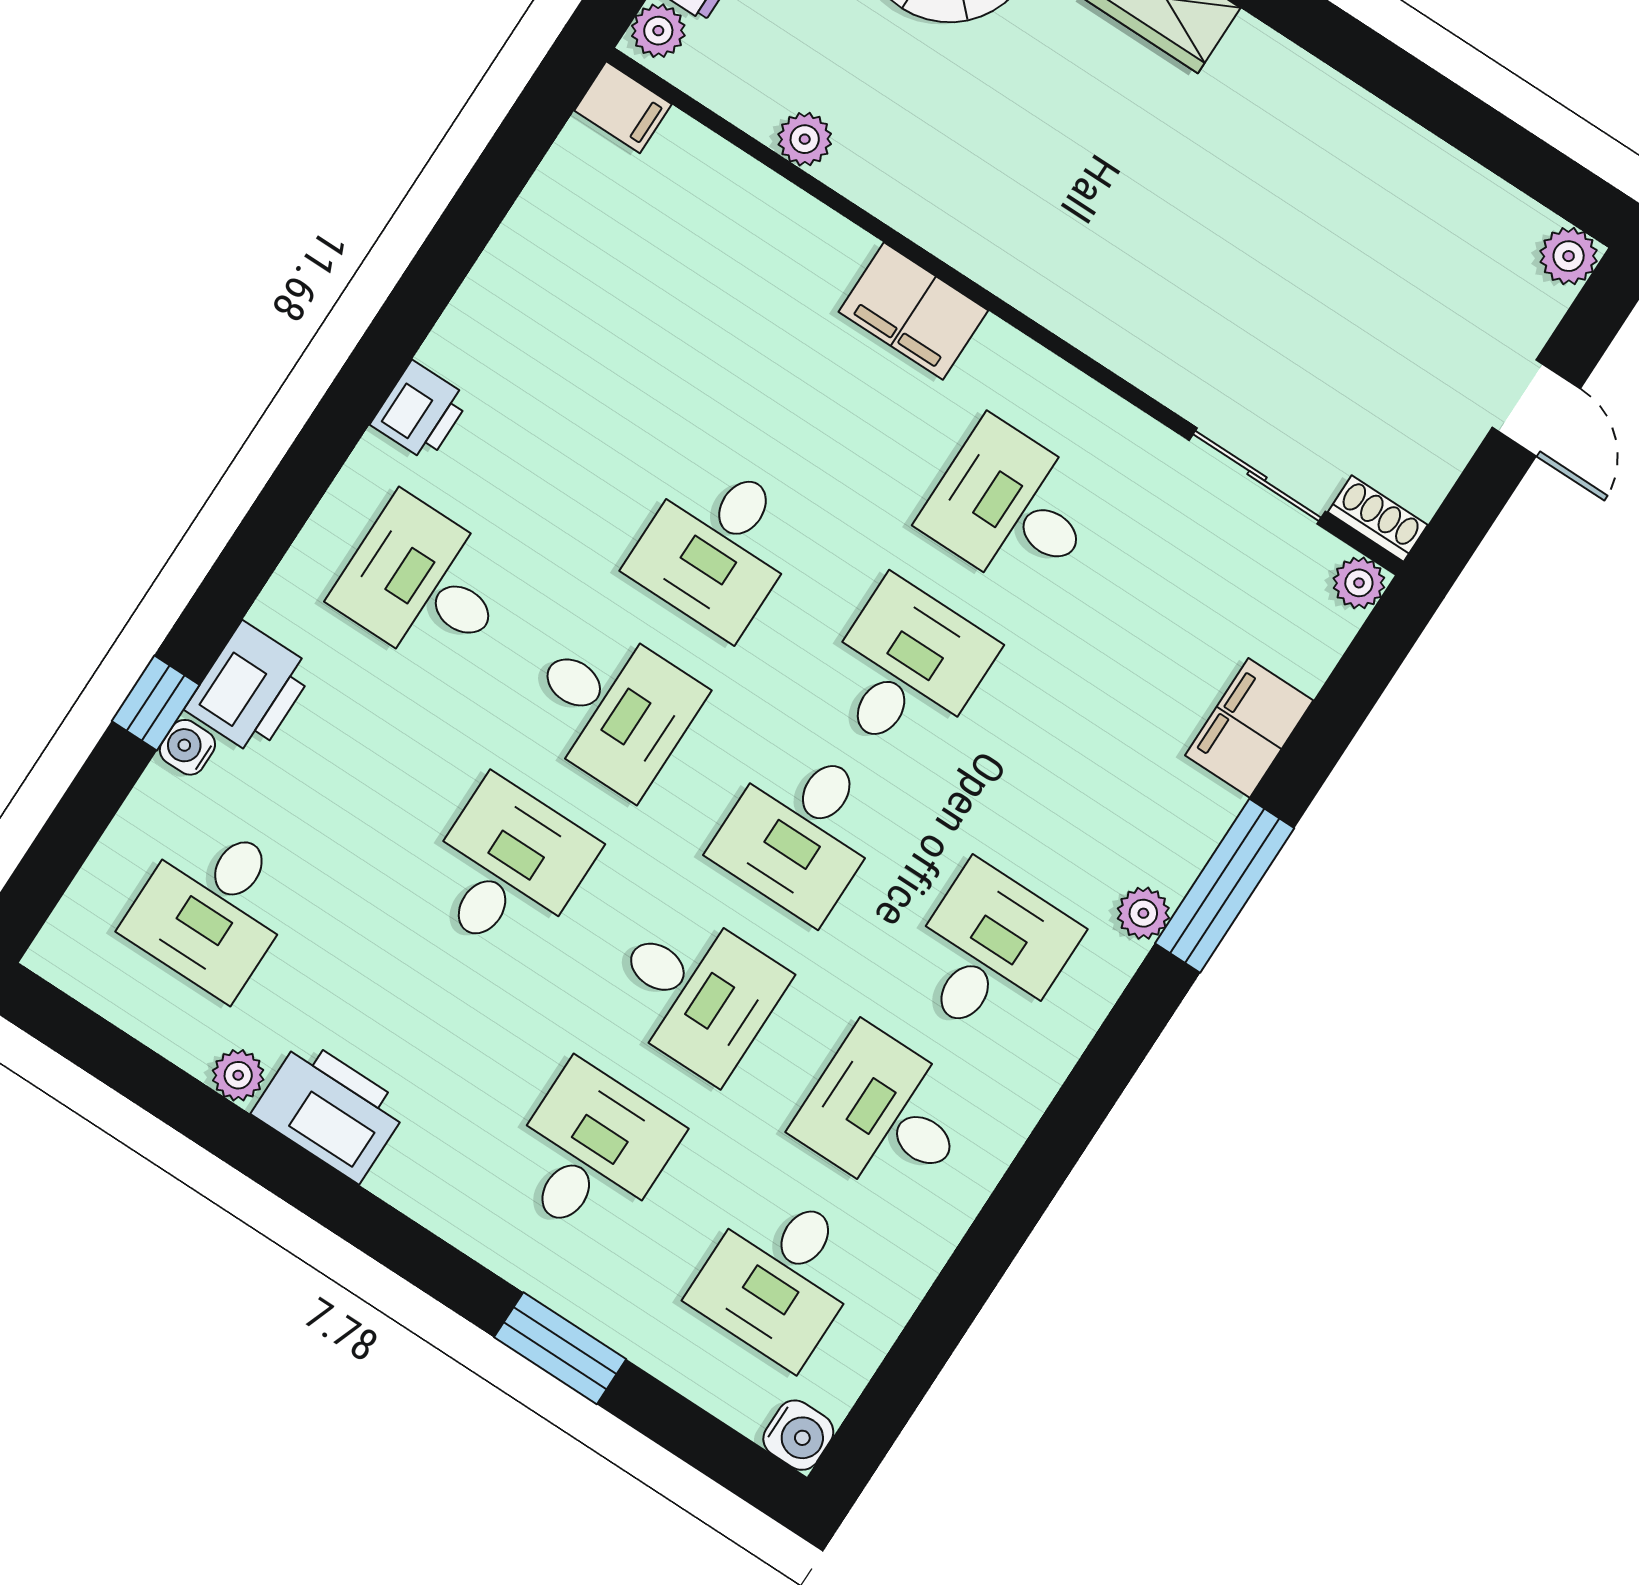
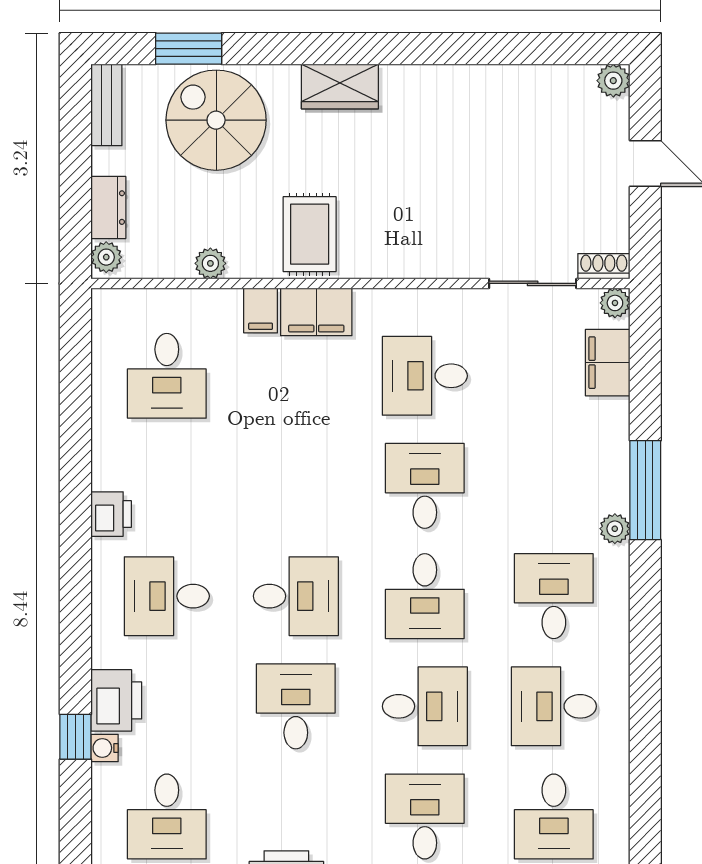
filing cabinet: (623, 107) -> (261, 311), moved, turned 90
rug: (978, 191) -> (310, 234), added
desk: (717, 546) -> (167, 376), moved
filing cabinet: (1249, 728) -> (608, 363), moved

